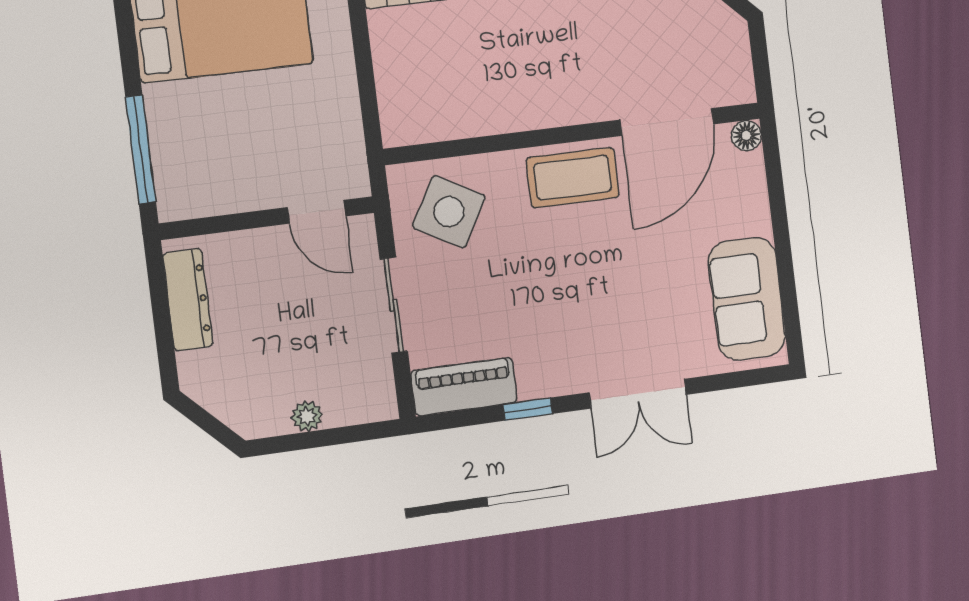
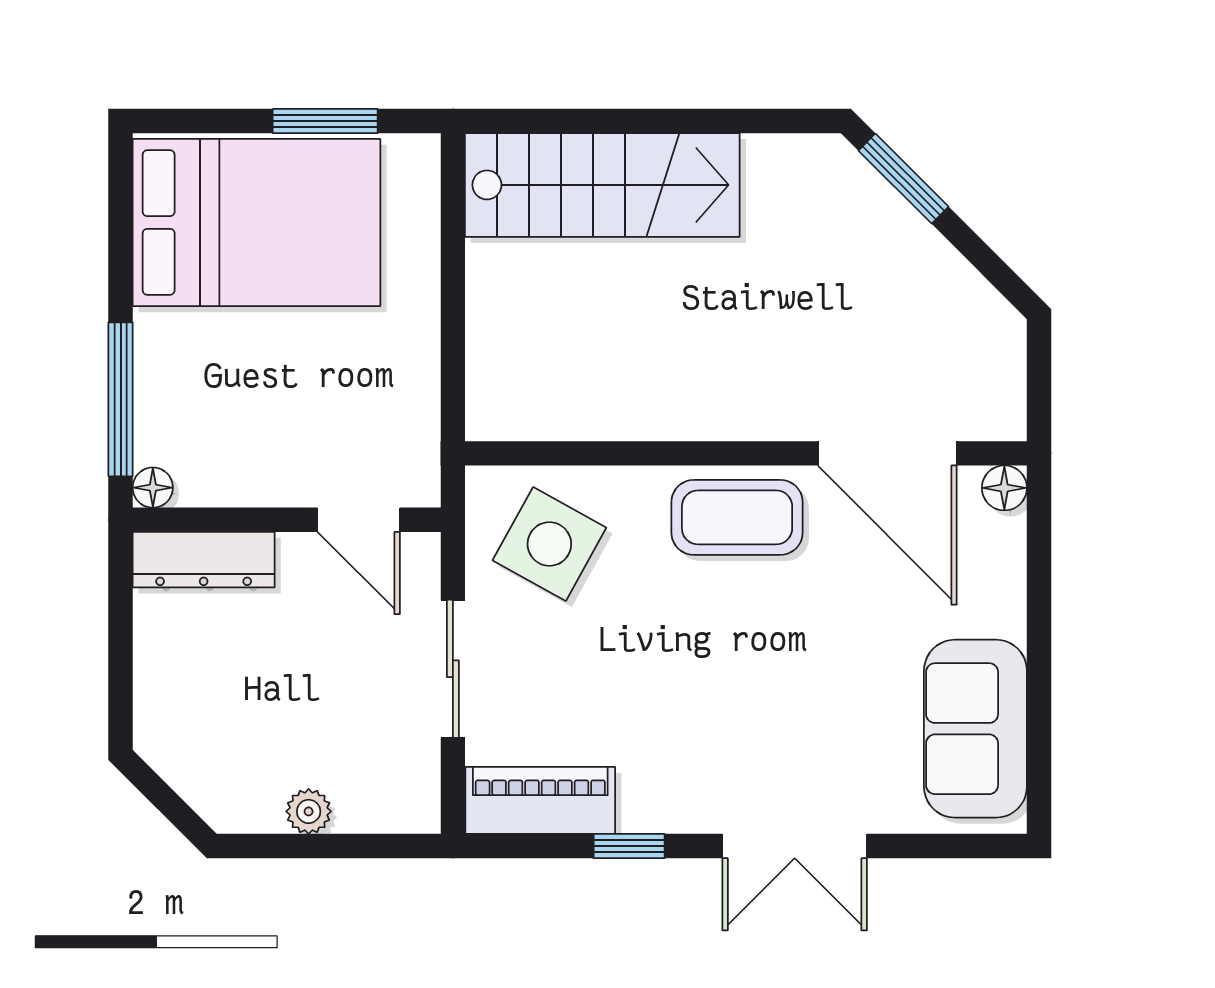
door: (667, 122) -> (887, 453), hinge flipped
floor lamp: (171, 208) -> (153, 488), added
dresser: (188, 300) -> (204, 560), moved, turned 90

